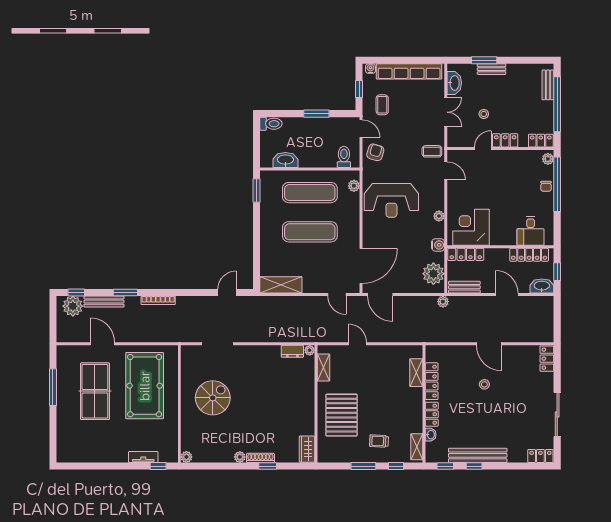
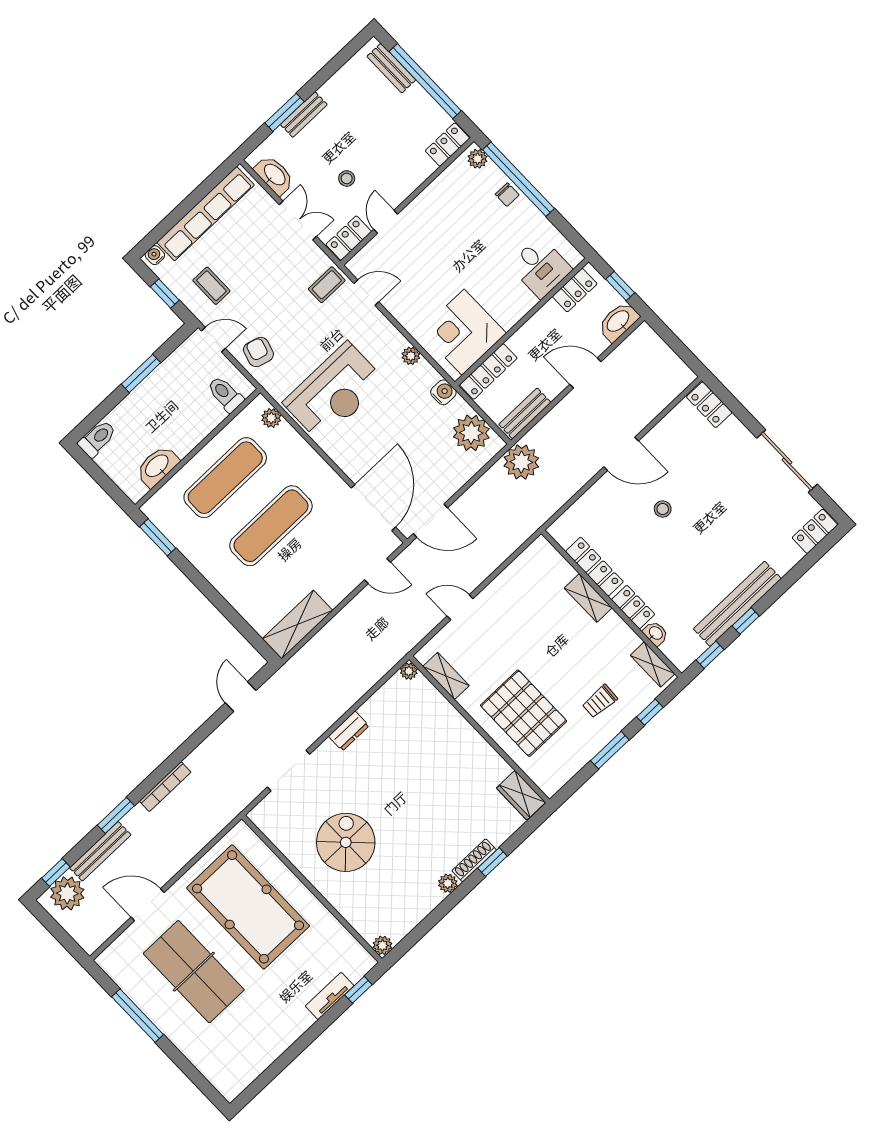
locker: (505, 140) -> (349, 238), moved
locker: (529, 255) -> (575, 290), width x0.66
plant: (443, 302) -> (521, 462), width x1.87, depth x1.87
dresser: (292, 351) -> (349, 731), moved
shelving: (416, 373) -> (588, 598), moved

